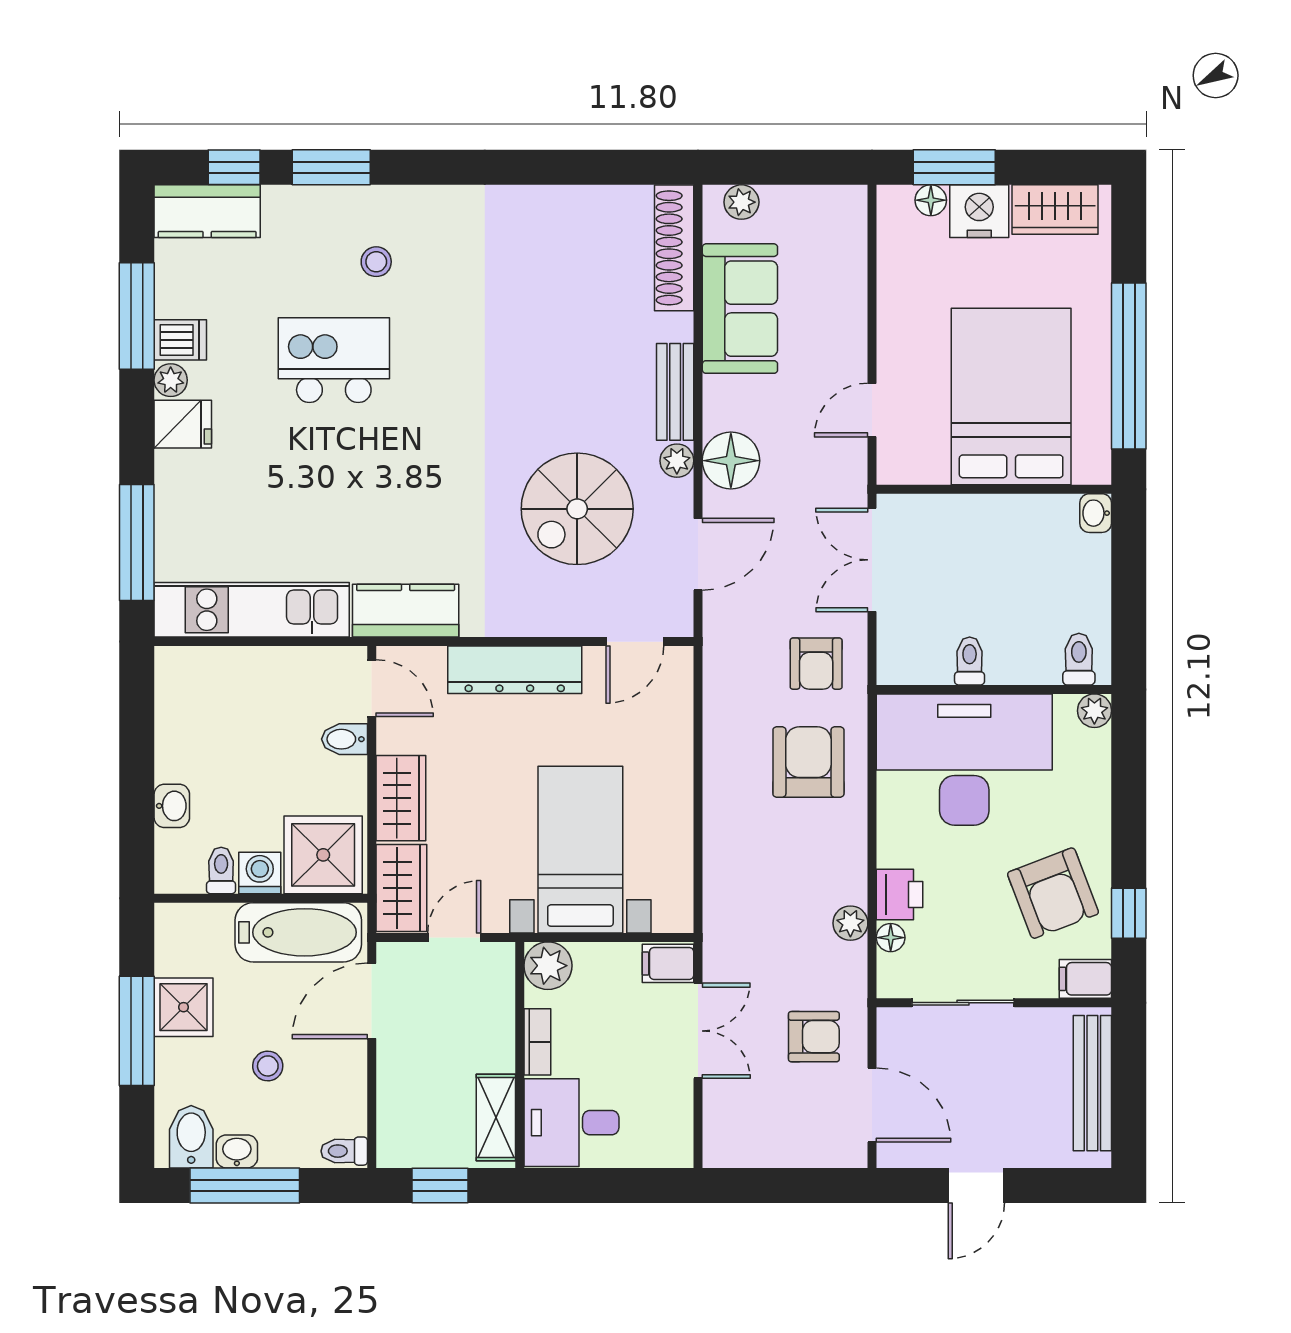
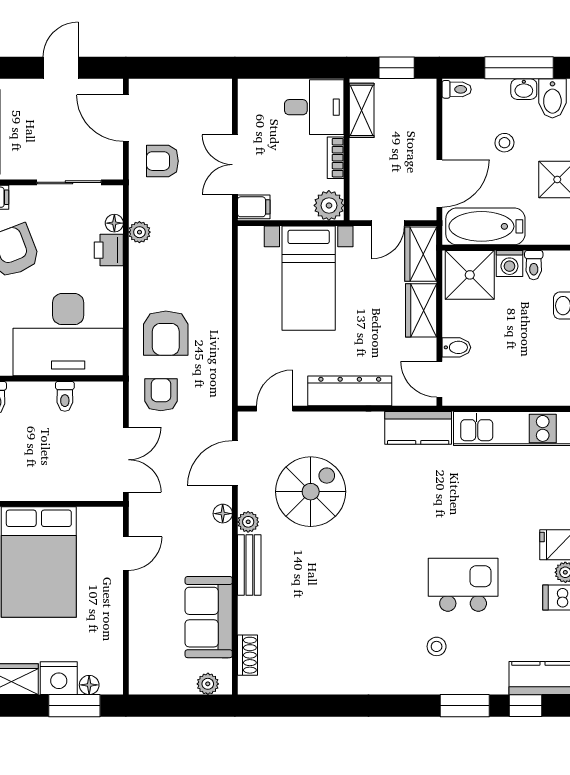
shoe rack: (674, 248) -> (248, 655), width x0.51, depth x0.81
kitchen island: (334, 360) -> (463, 585), turned 180
floor lamp: (731, 461) -> (223, 514), width x0.53, depth x0.53

